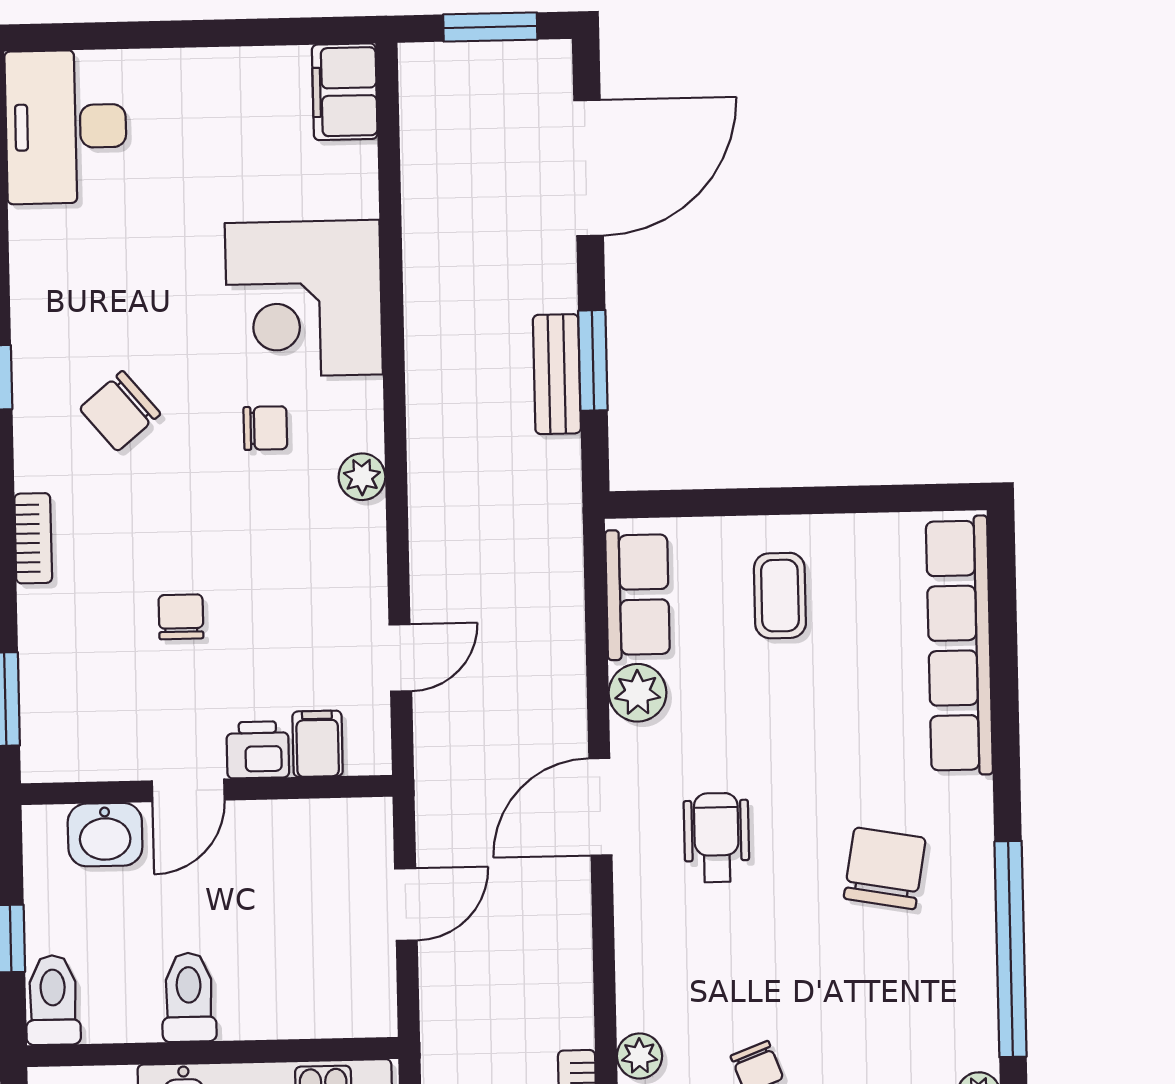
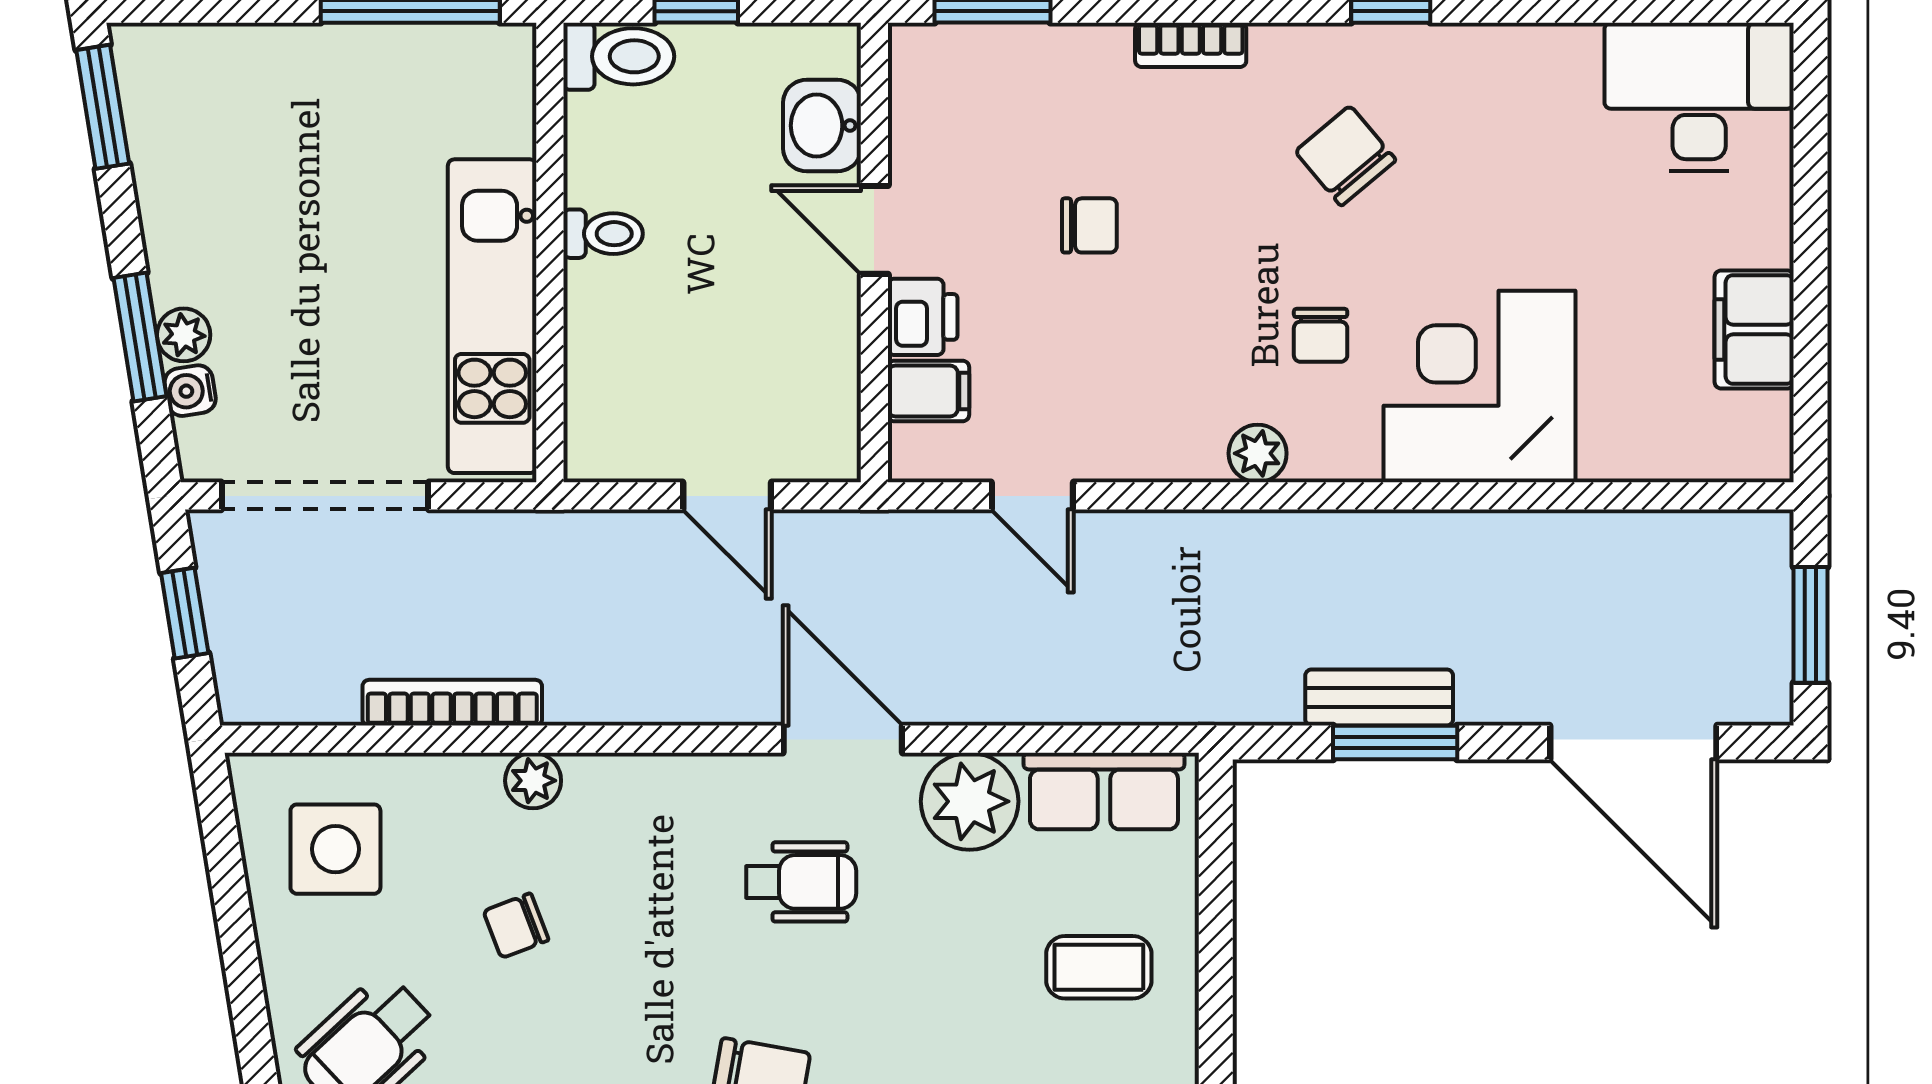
filing cabinet: (345, 92) -> (1754, 329), moved, turned -90
plant: (638, 693) -> (970, 801), width x1.36, depth x1.36
toilet: (189, 997) -> (603, 234), width x0.73, depth x0.72

